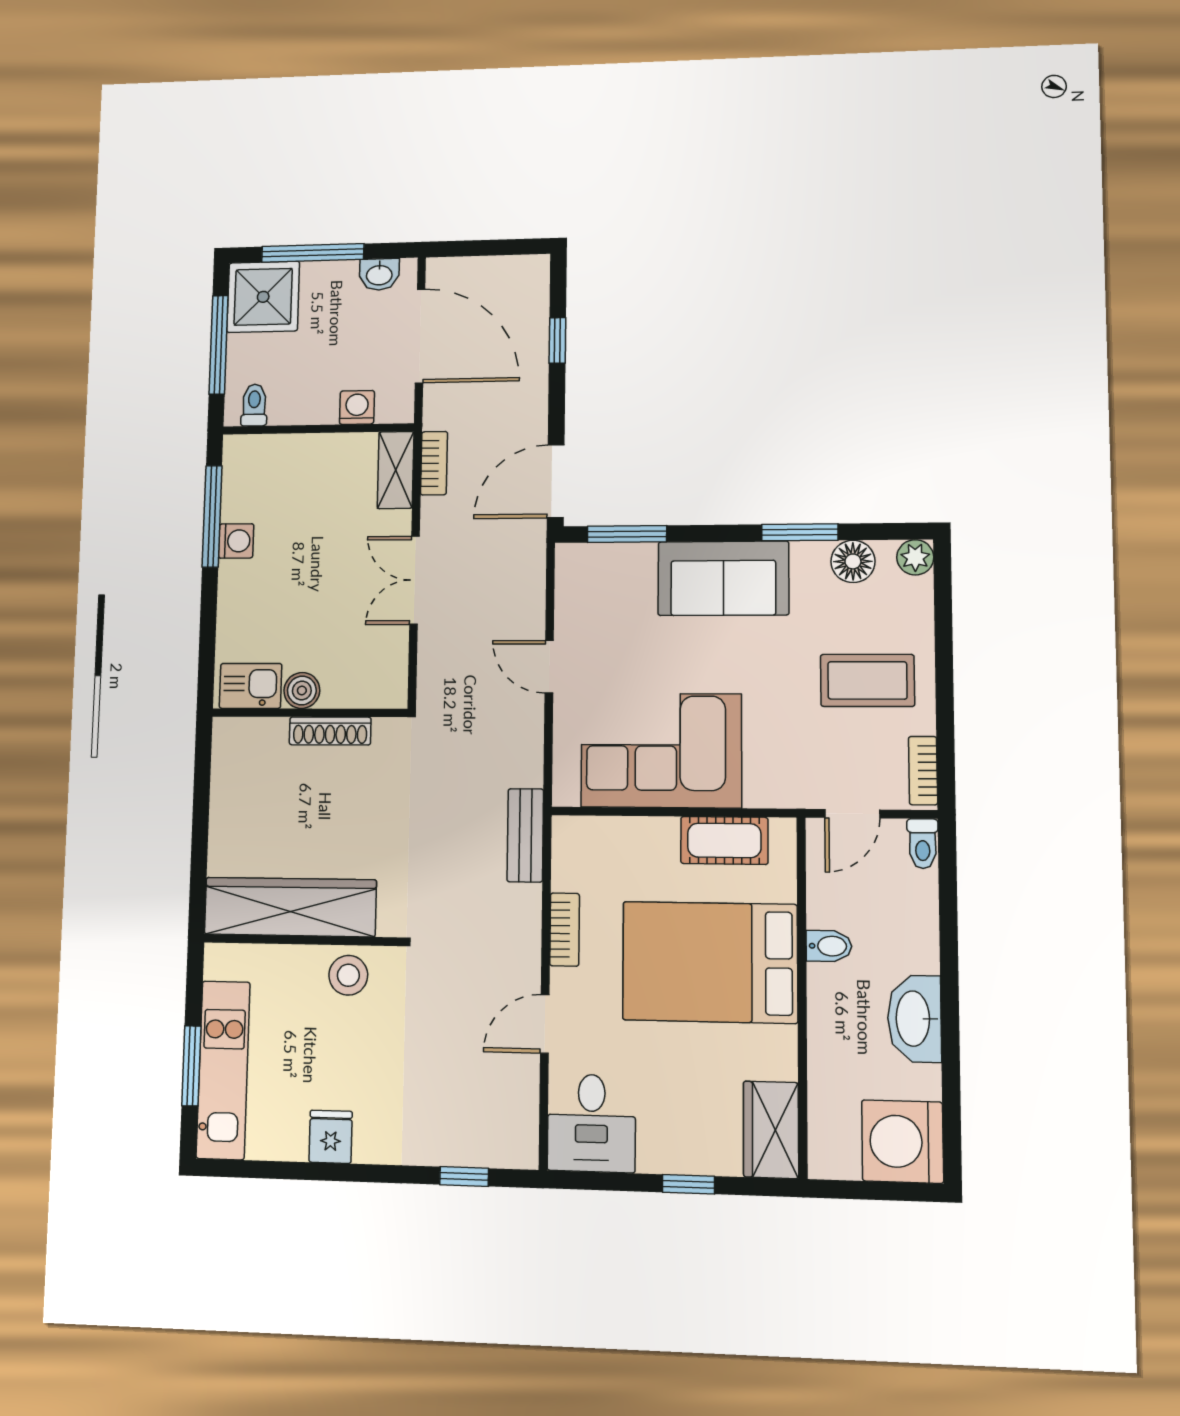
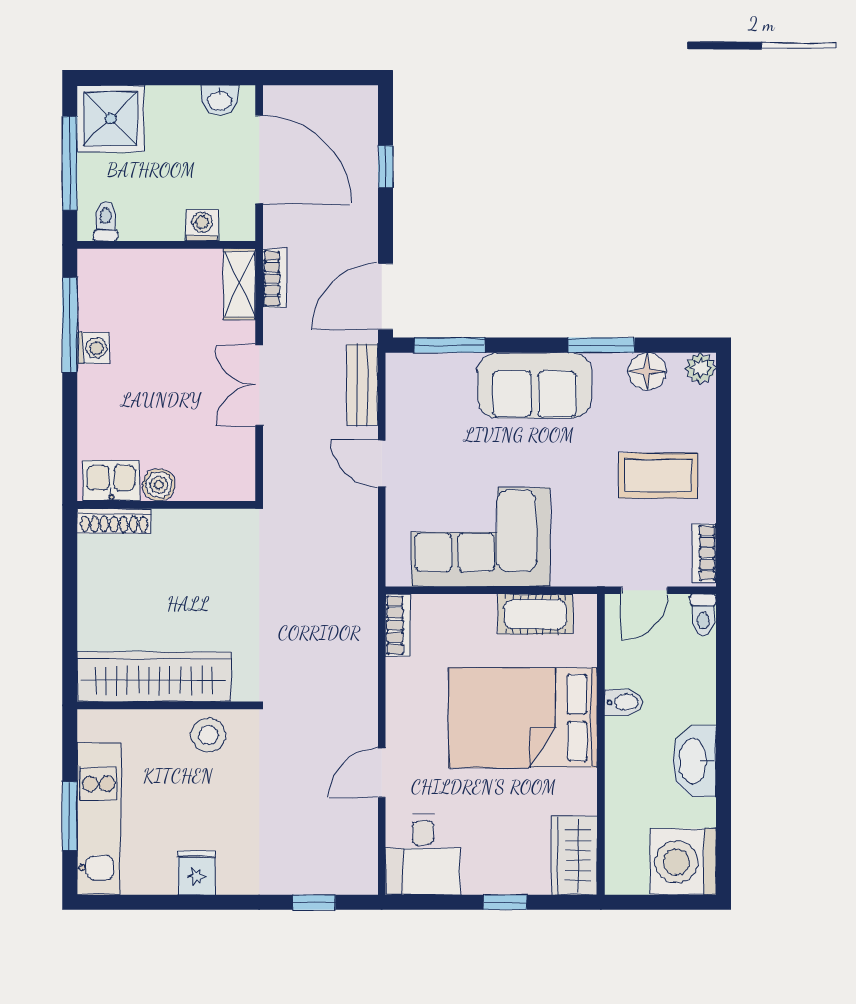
window: (313, 253) -> (156, 78), removed
shoe rack: (330, 731) -> (114, 521), moved
bench: (525, 835) -> (363, 384), moved
bookcase: (565, 930) -> (398, 625), moved

